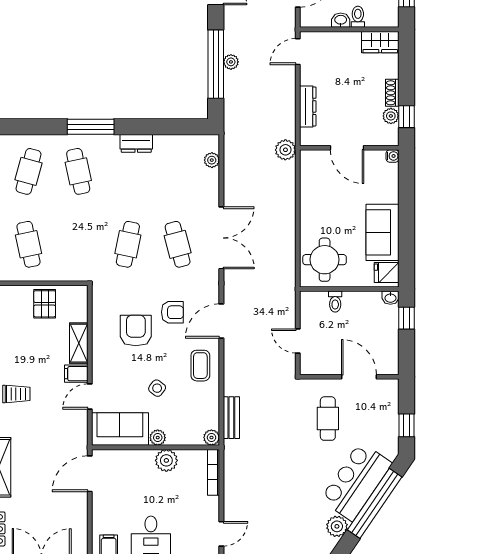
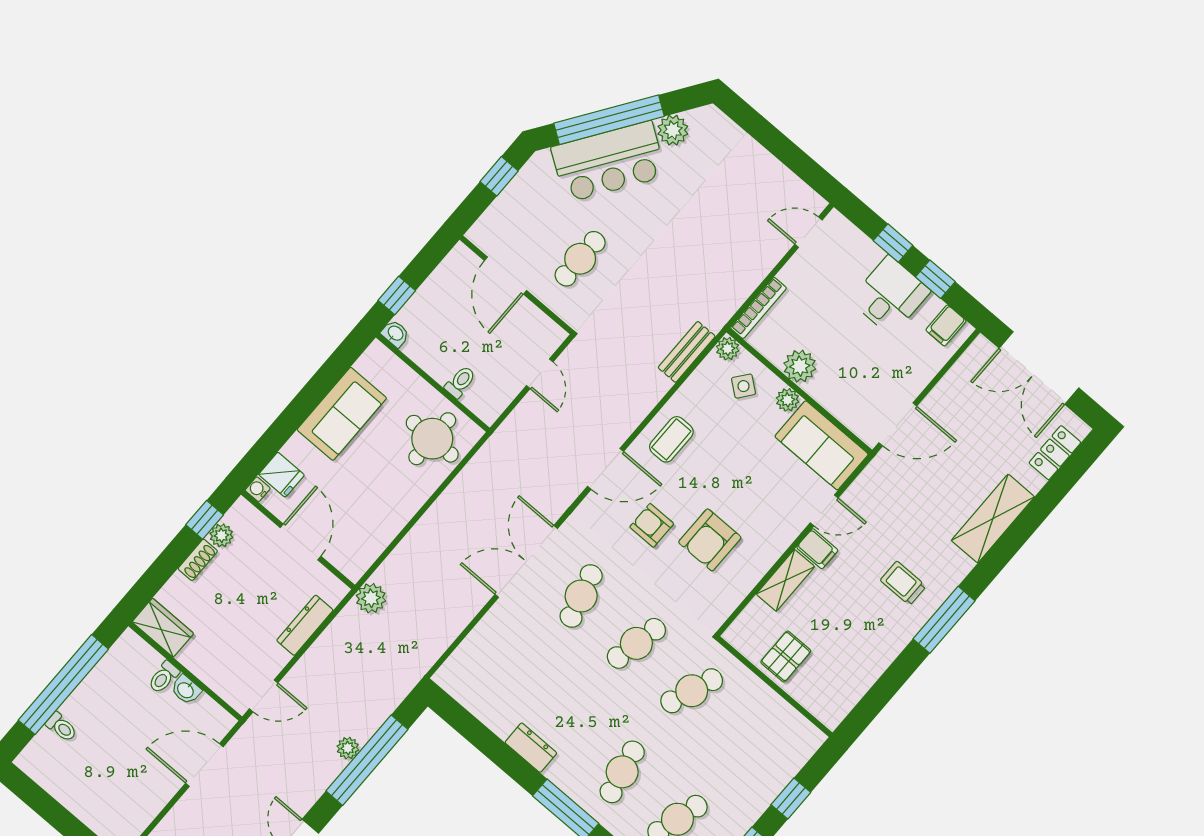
plant: (212, 160) -> (463, 657), removed
cafe table: (28, 244) -> (692, 691), moved, turned 33
fridge: (387, 272) -> (281, 475), moved
side table: (157, 388) -> (743, 386), moved

